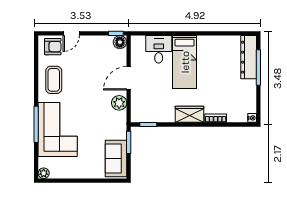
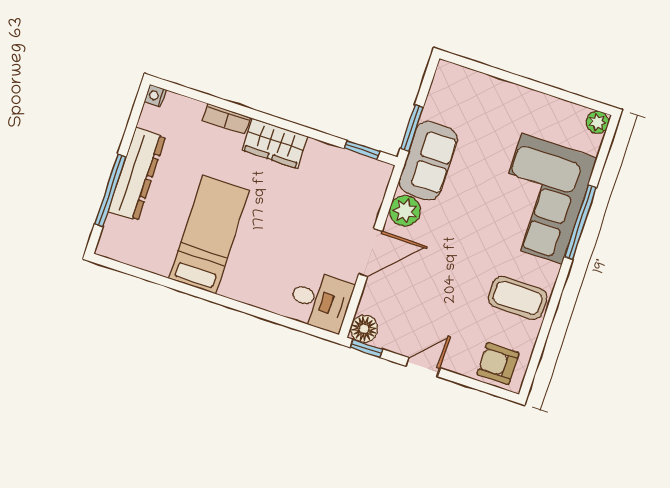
door: (71, 33) -> (423, 367), moved
desk: (159, 49) -> (320, 301), moved, turned -90
dresser: (249, 57) -> (137, 174), moved
bed: (185, 62) -> (209, 234), moved
coffee table: (54, 80) -> (517, 298), turned 90
sofa: (116, 159) -> (428, 161), moved

